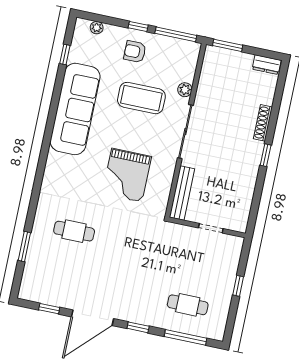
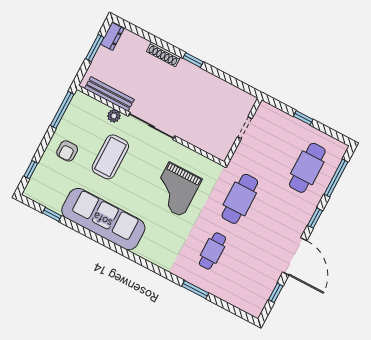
window: (138, 27) -> (31, 170), moved
plant: (97, 28) -> (36, 179), removed
window: (228, 45) -> (95, 48), moved
grand piano: (127, 175) -> (176, 190), turned 90
bench: (182, 193) -> (109, 94), moved
cafe table: (136, 244) -> (240, 199), added
window: (24, 246) -> (195, 290), moved
cafe table: (188, 305) -> (307, 168), width x1.37, depth x1.35

